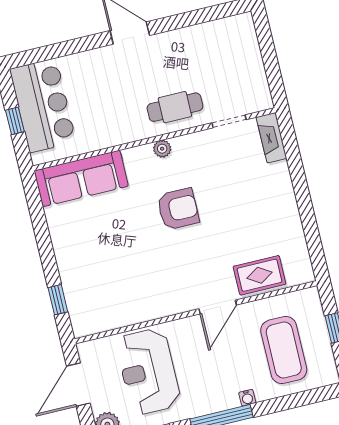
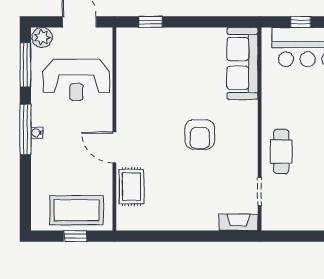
plant: (162, 149) -> (251, 133), removed
coffee table: (284, 350) -> (77, 210), moved
reception desk: (148, 371) -> (76, 80), turned 180
water cooler: (247, 398) -> (37, 133), moved

